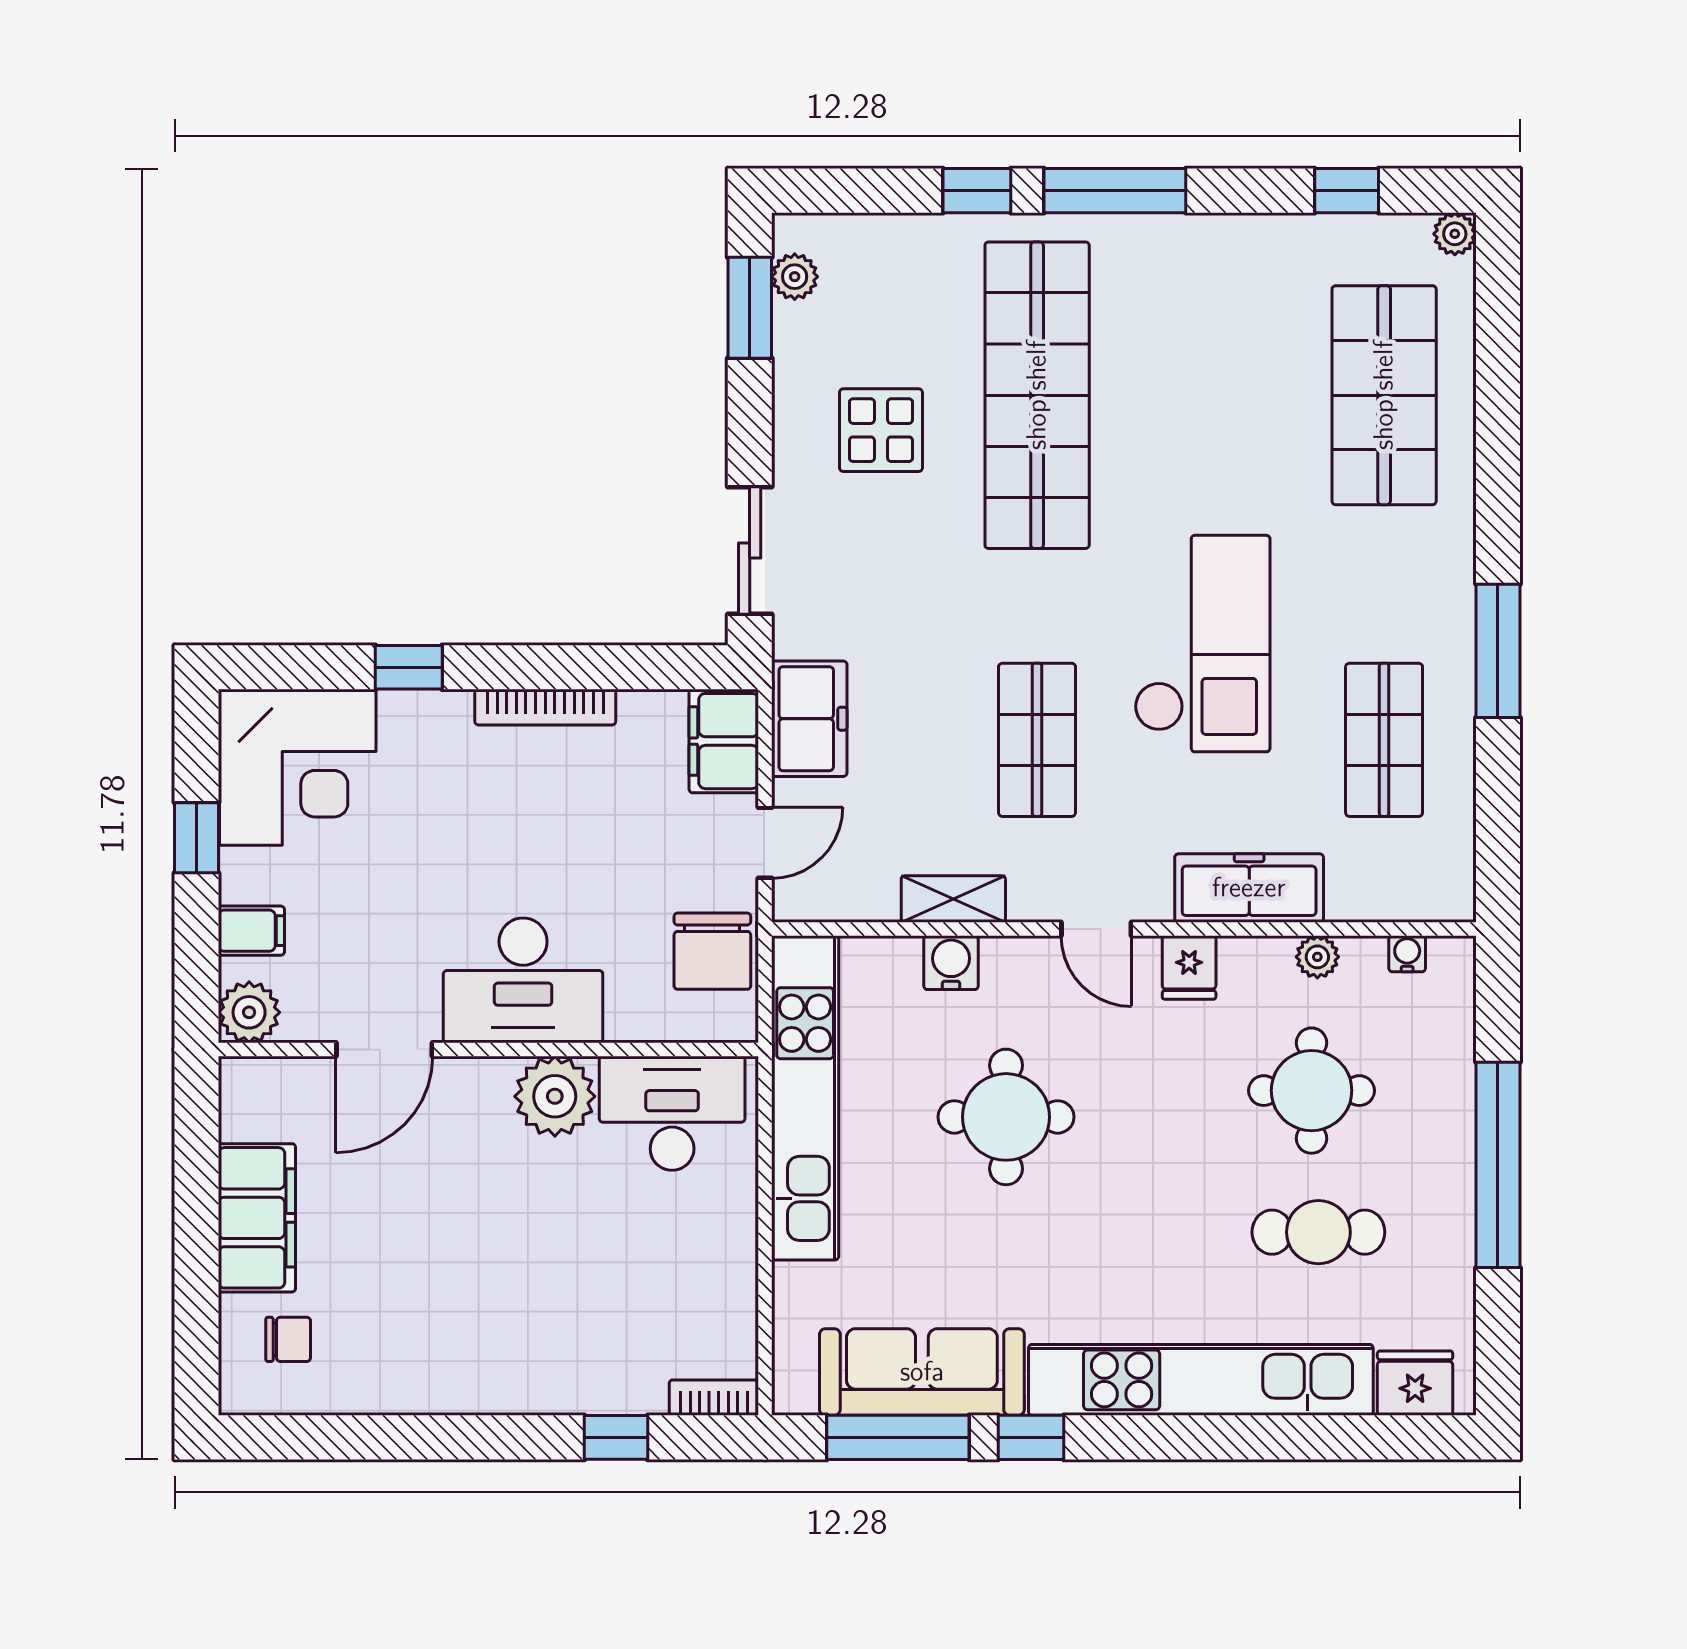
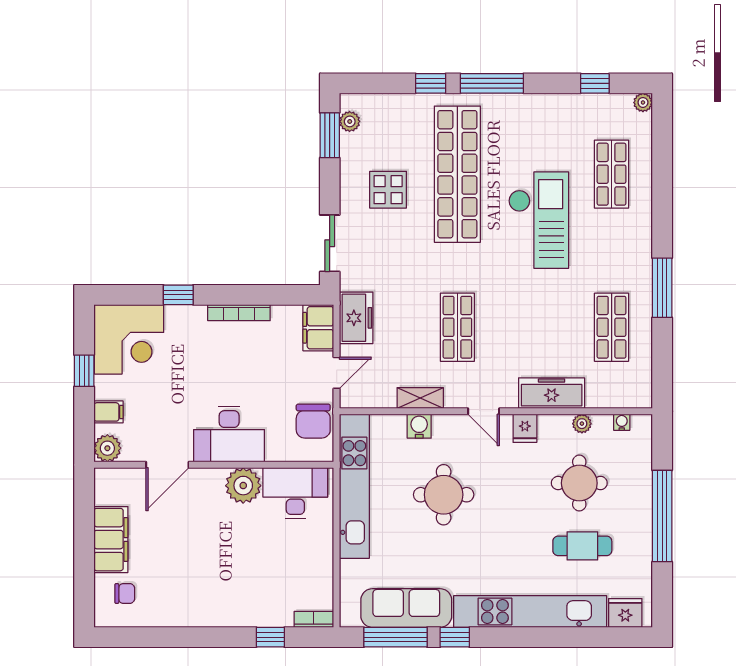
shop shelf: (1384, 395) -> (612, 174), width x0.70, depth x0.74
checkout: (1202, 644) -> (539, 220), moved

